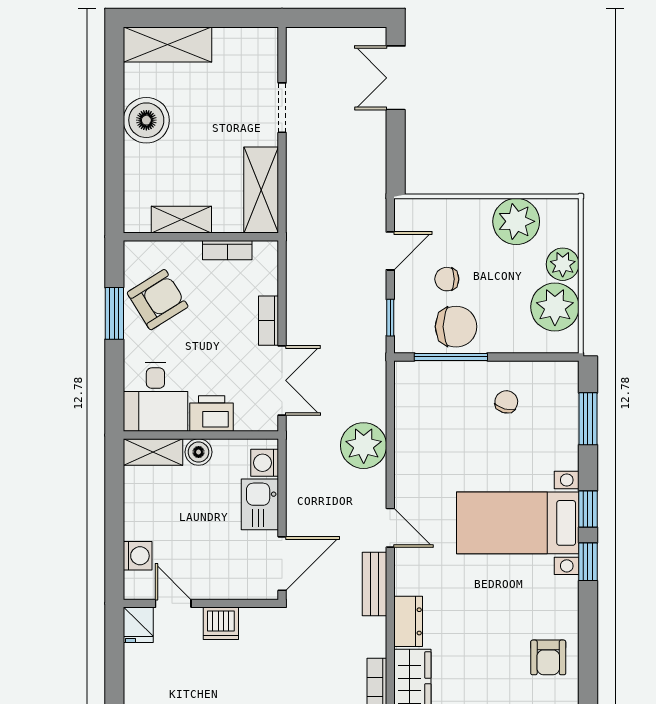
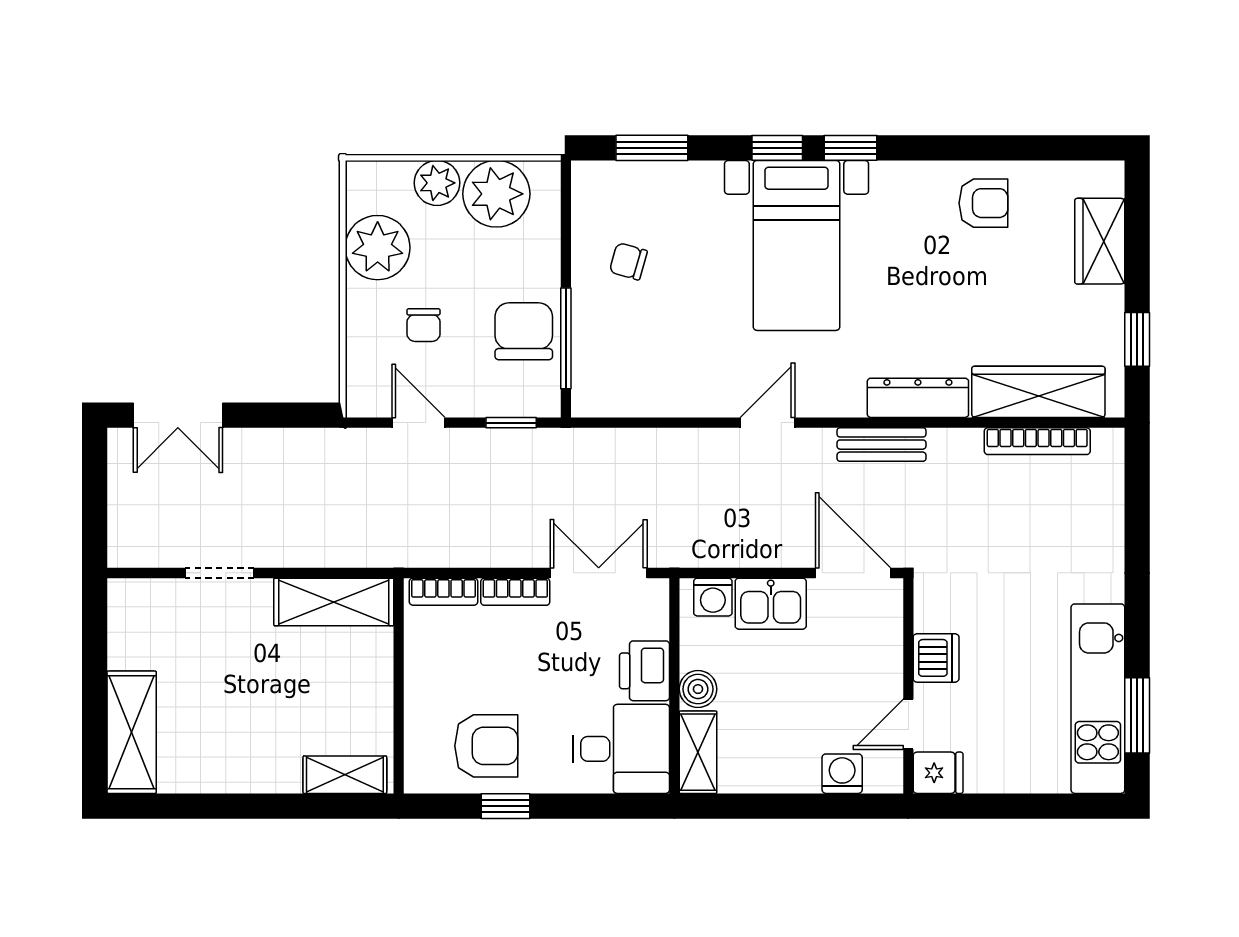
boiler: (146, 120) -> (237, 762), removed
shelving: (181, 220) -> (345, 775), moved, turned 90
bookcase: (227, 250) -> (443, 592), moved, turned 90
chair: (447, 279) -> (423, 325), moved
armchair: (158, 300) -> (486, 746), turned 122
window: (114, 313) -> (505, 806), width x0.67
plant: (364, 446) -> (689, 460), removed
door: (390, 528) -> (768, 423), moved
dresser: (408, 621) -> (918, 398), width x1.44

